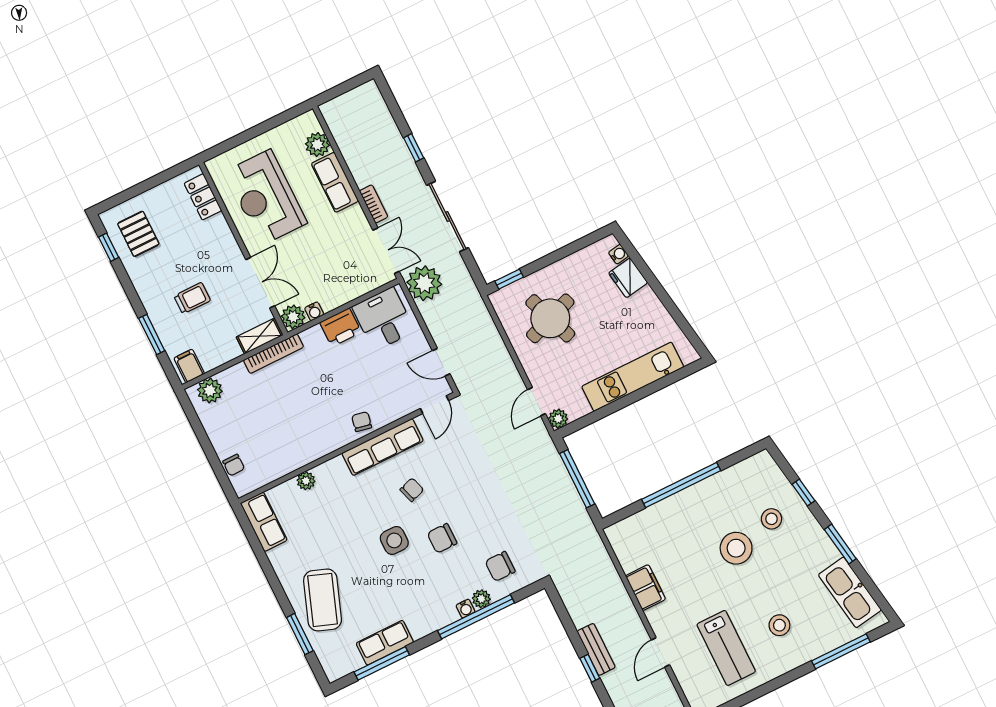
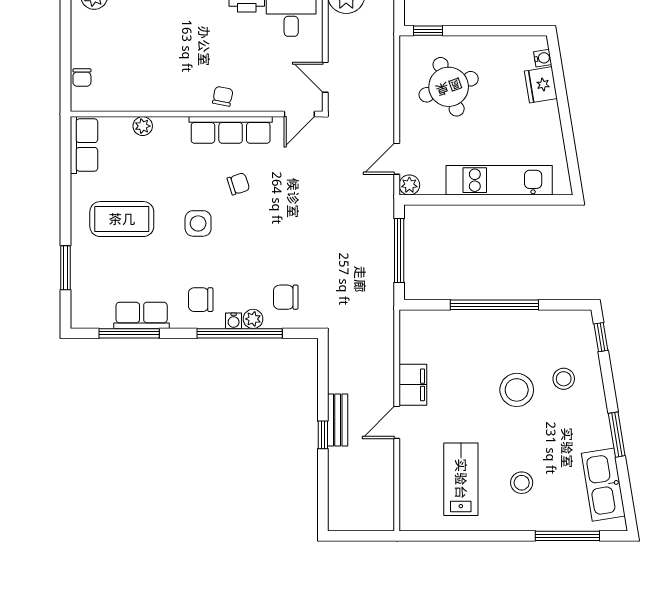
window: (803, 493) -> (601, 337), moved
chair: (442, 538) -> (201, 300), moved
coffee table: (323, 600) -> (122, 219), moved, turned 70
lab bench: (726, 648) -> (461, 479), turned 180
door: (660, 652) -> (397, 422), moved

